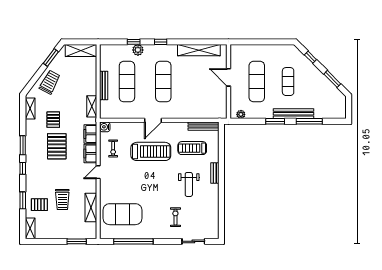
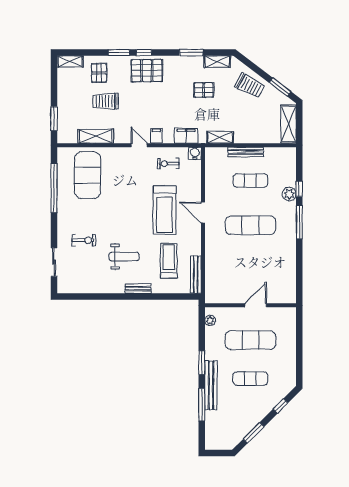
window: (161, 42) -> (299, 222), width x2.17
shelving: (199, 50) -> (289, 269), removed
exercise mat: (127, 82) -> (250, 181), width x0.73, depth x0.69
window: (23, 145) -> (191, 53), moved
pallet: (57, 146) -> (147, 71), moved
filing cabinet: (90, 153) -> (156, 136), width x0.50
weight bench: (189, 184) -> (124, 257), turned 180
window: (23, 200) -> (119, 53), moved

